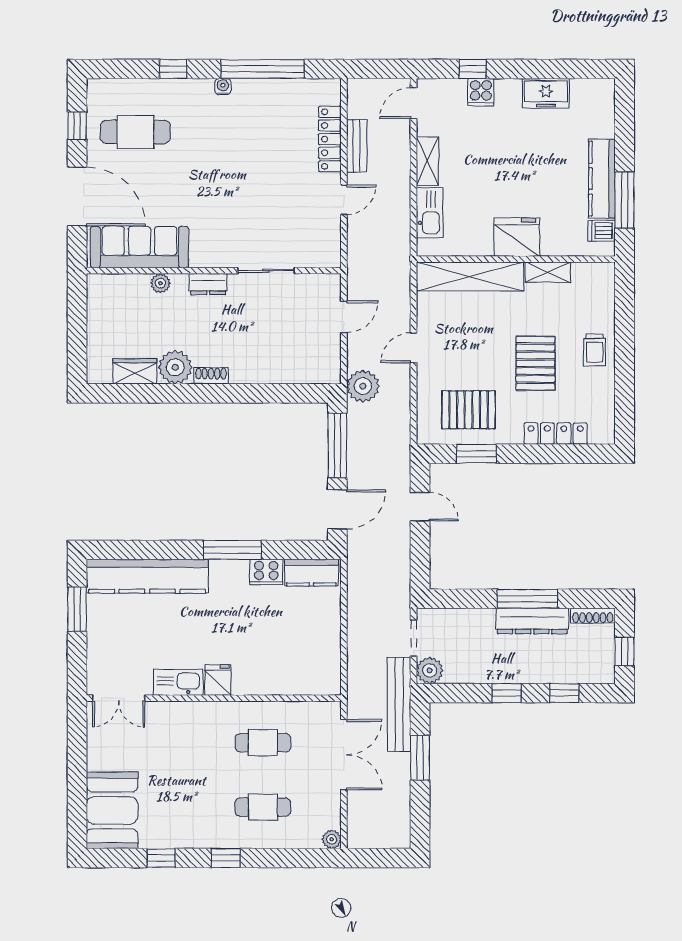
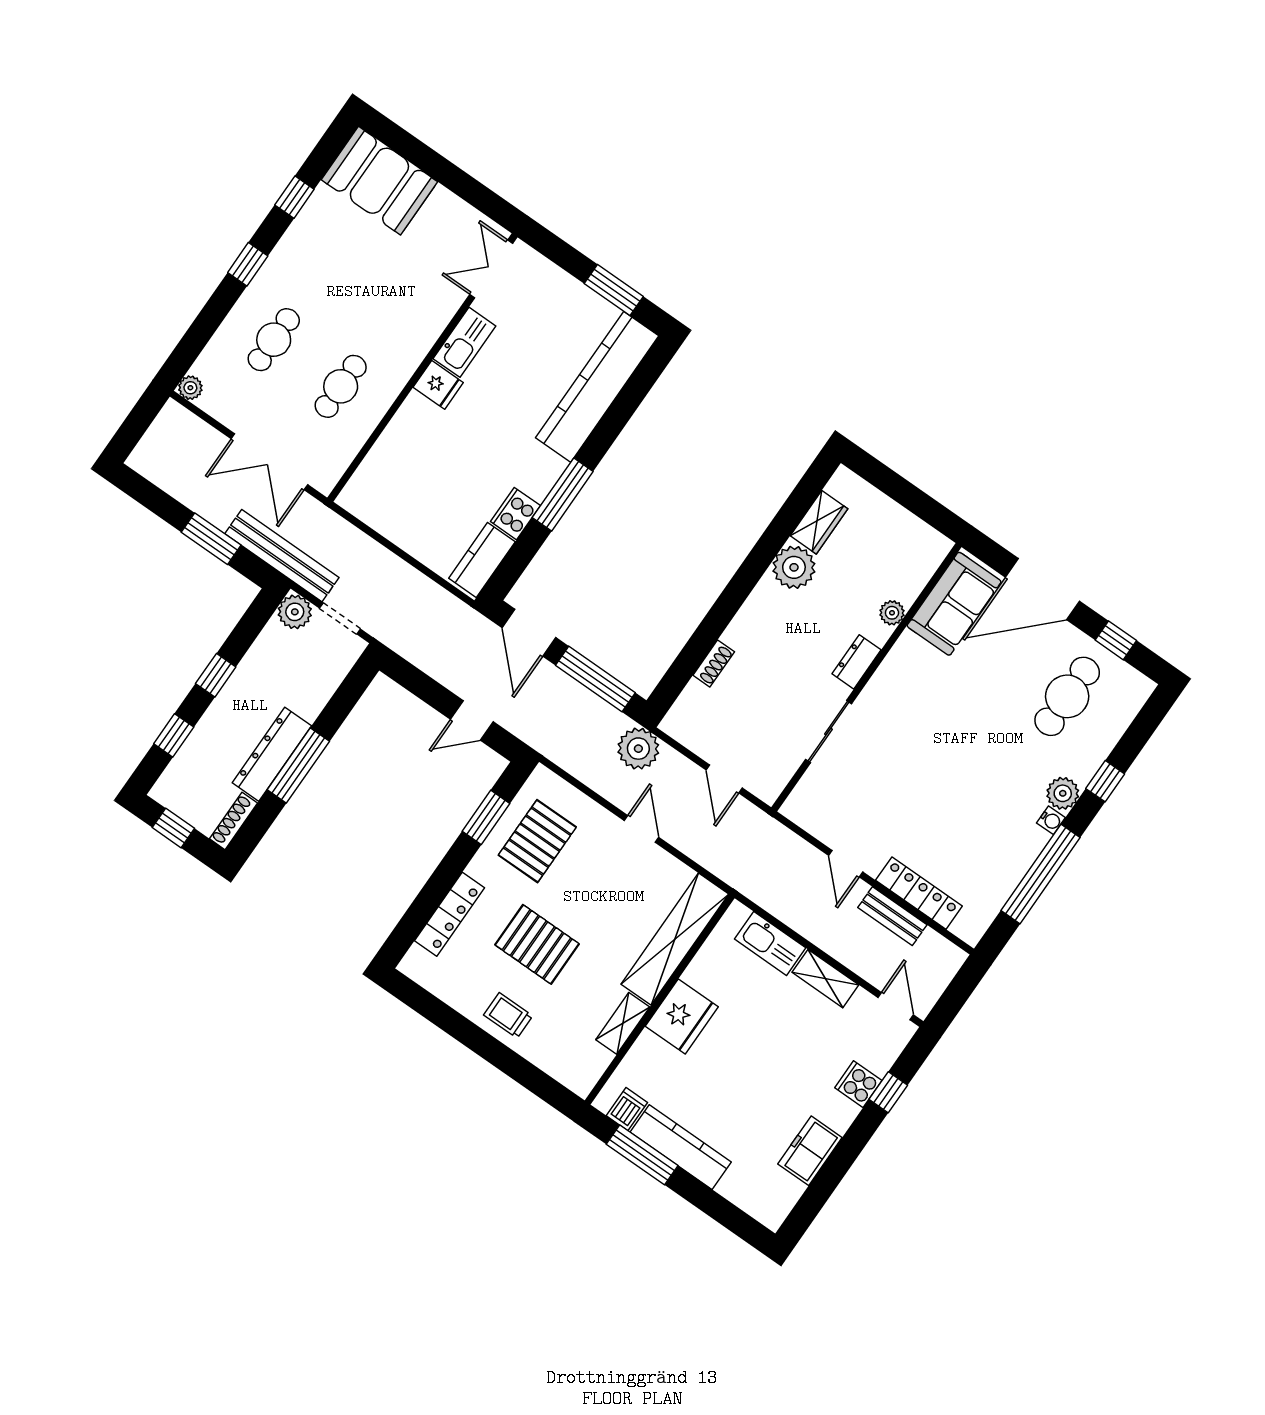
plant: (200, 91) -> (1063, 793), added
sofa: (139, 247) -> (954, 604), width x0.73
shoe rack: (211, 376) -> (714, 663), moved

